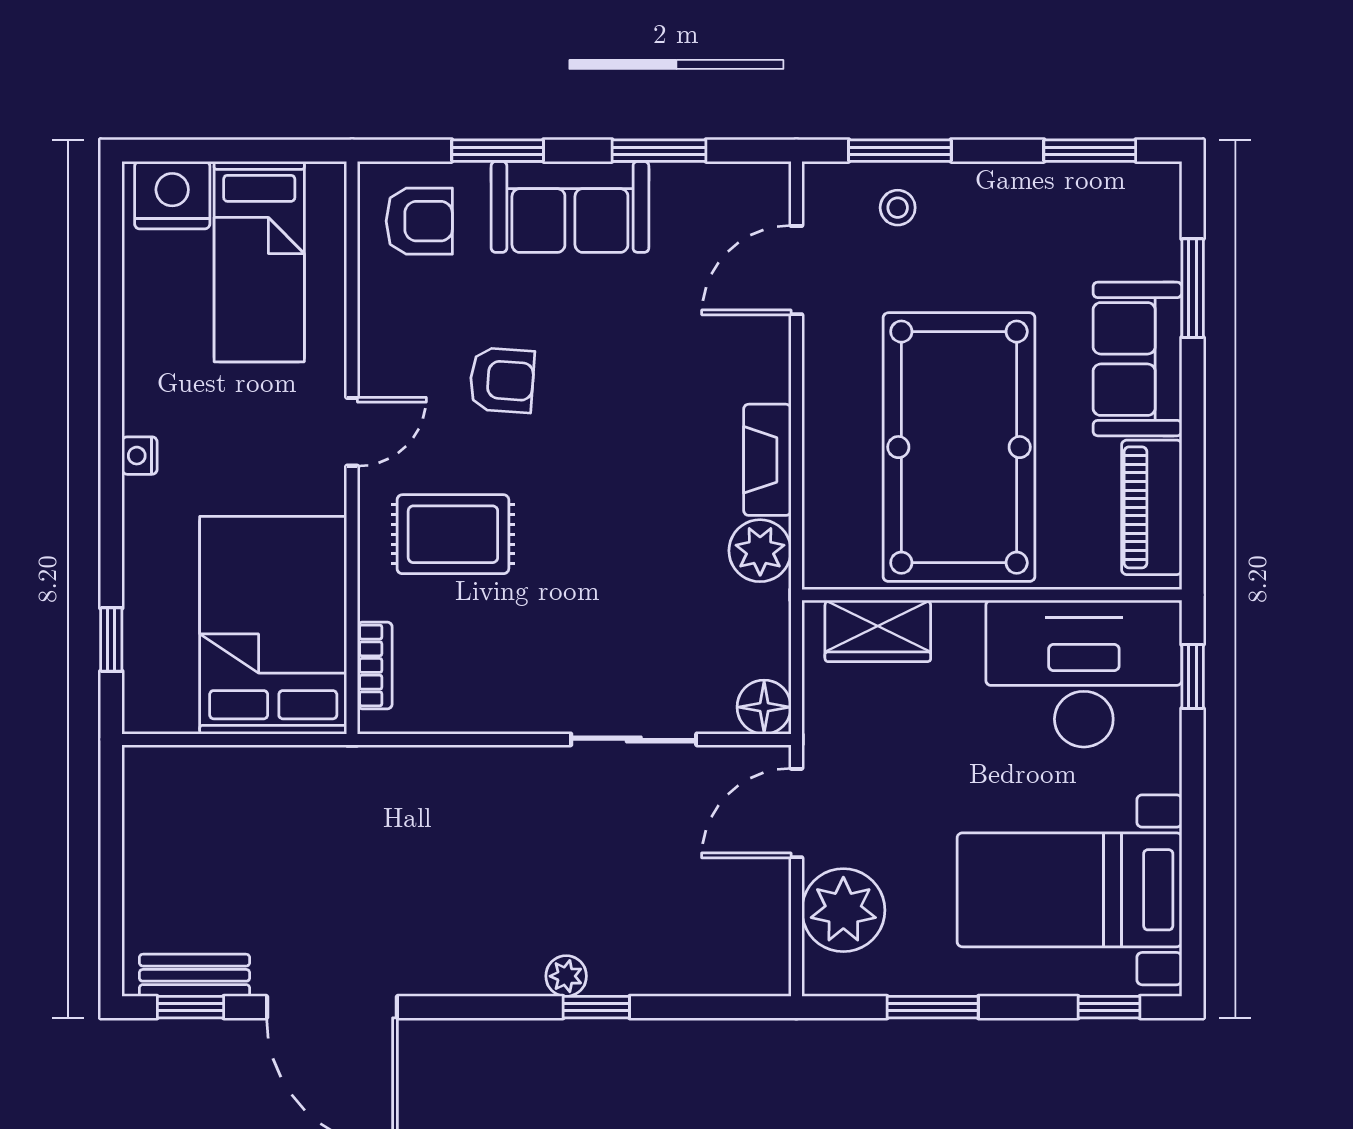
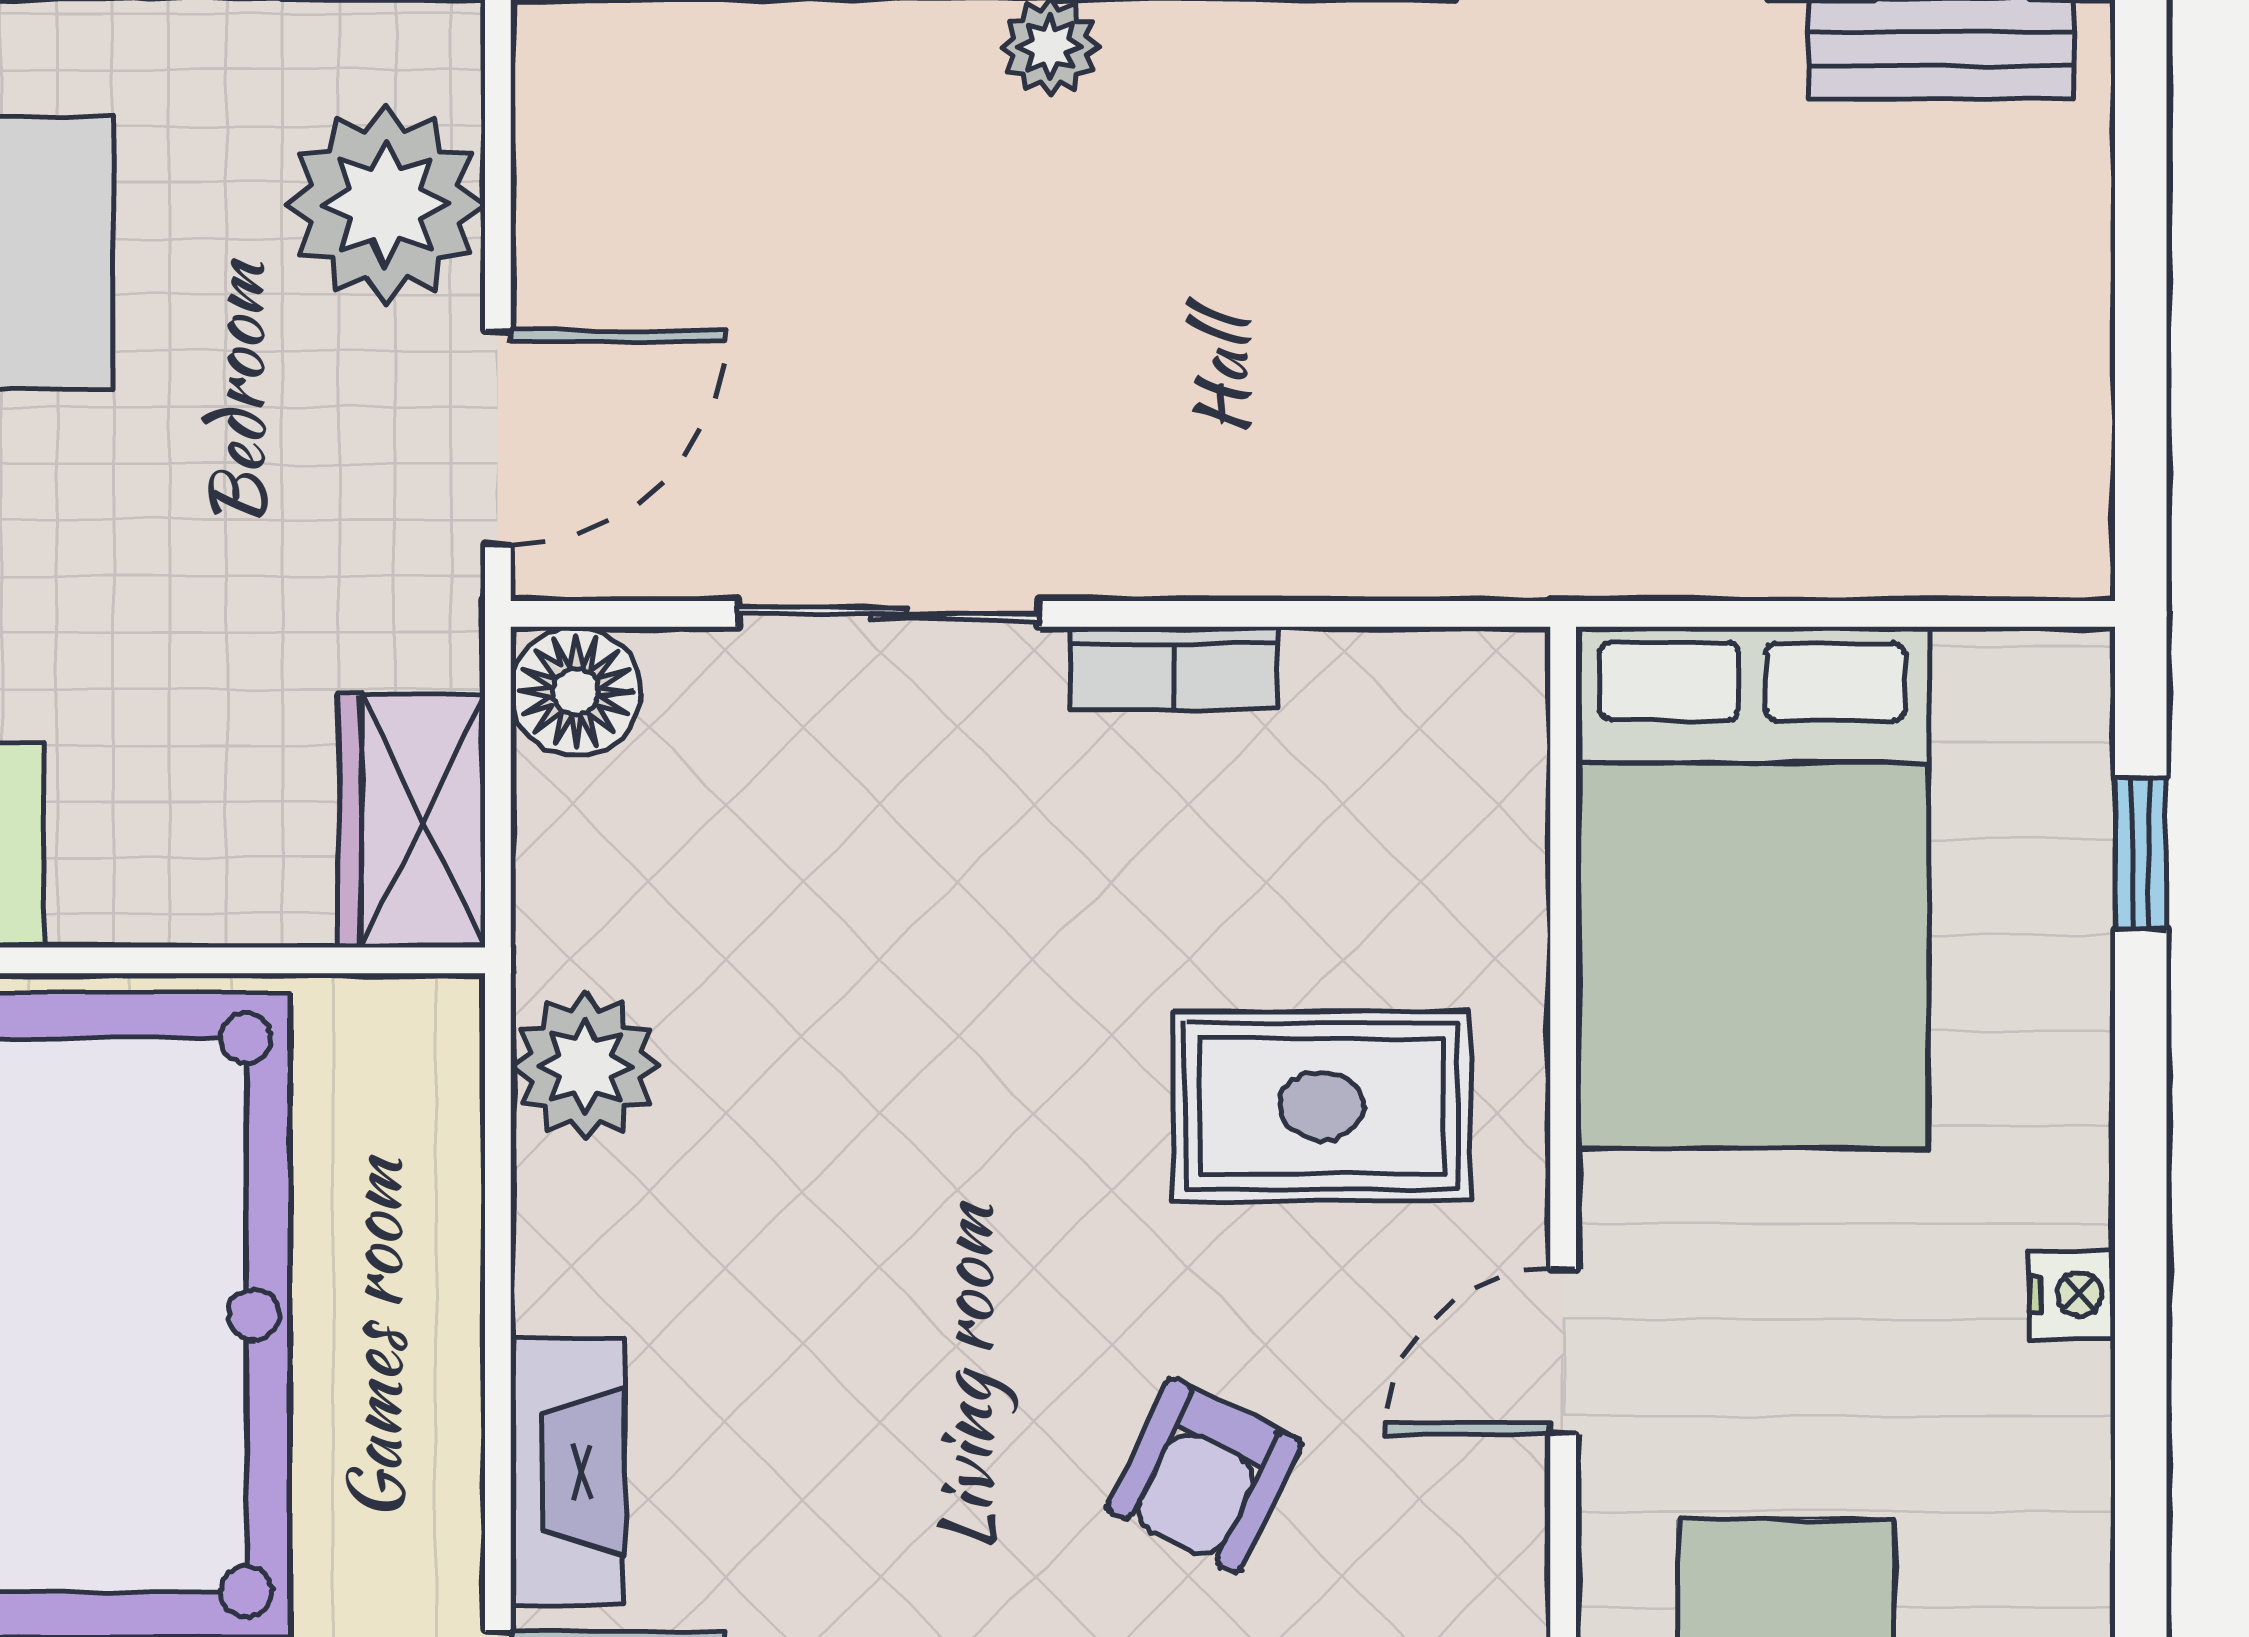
armchair: (502, 380) -> (1204, 1475), turned -68
fireplace: (767, 460) -> (568, 1471), moved
wardrobe: (878, 631) -> (412, 821), moved, turned -90
bookcase: (375, 665) -> (1174, 668), moved, turned -90

